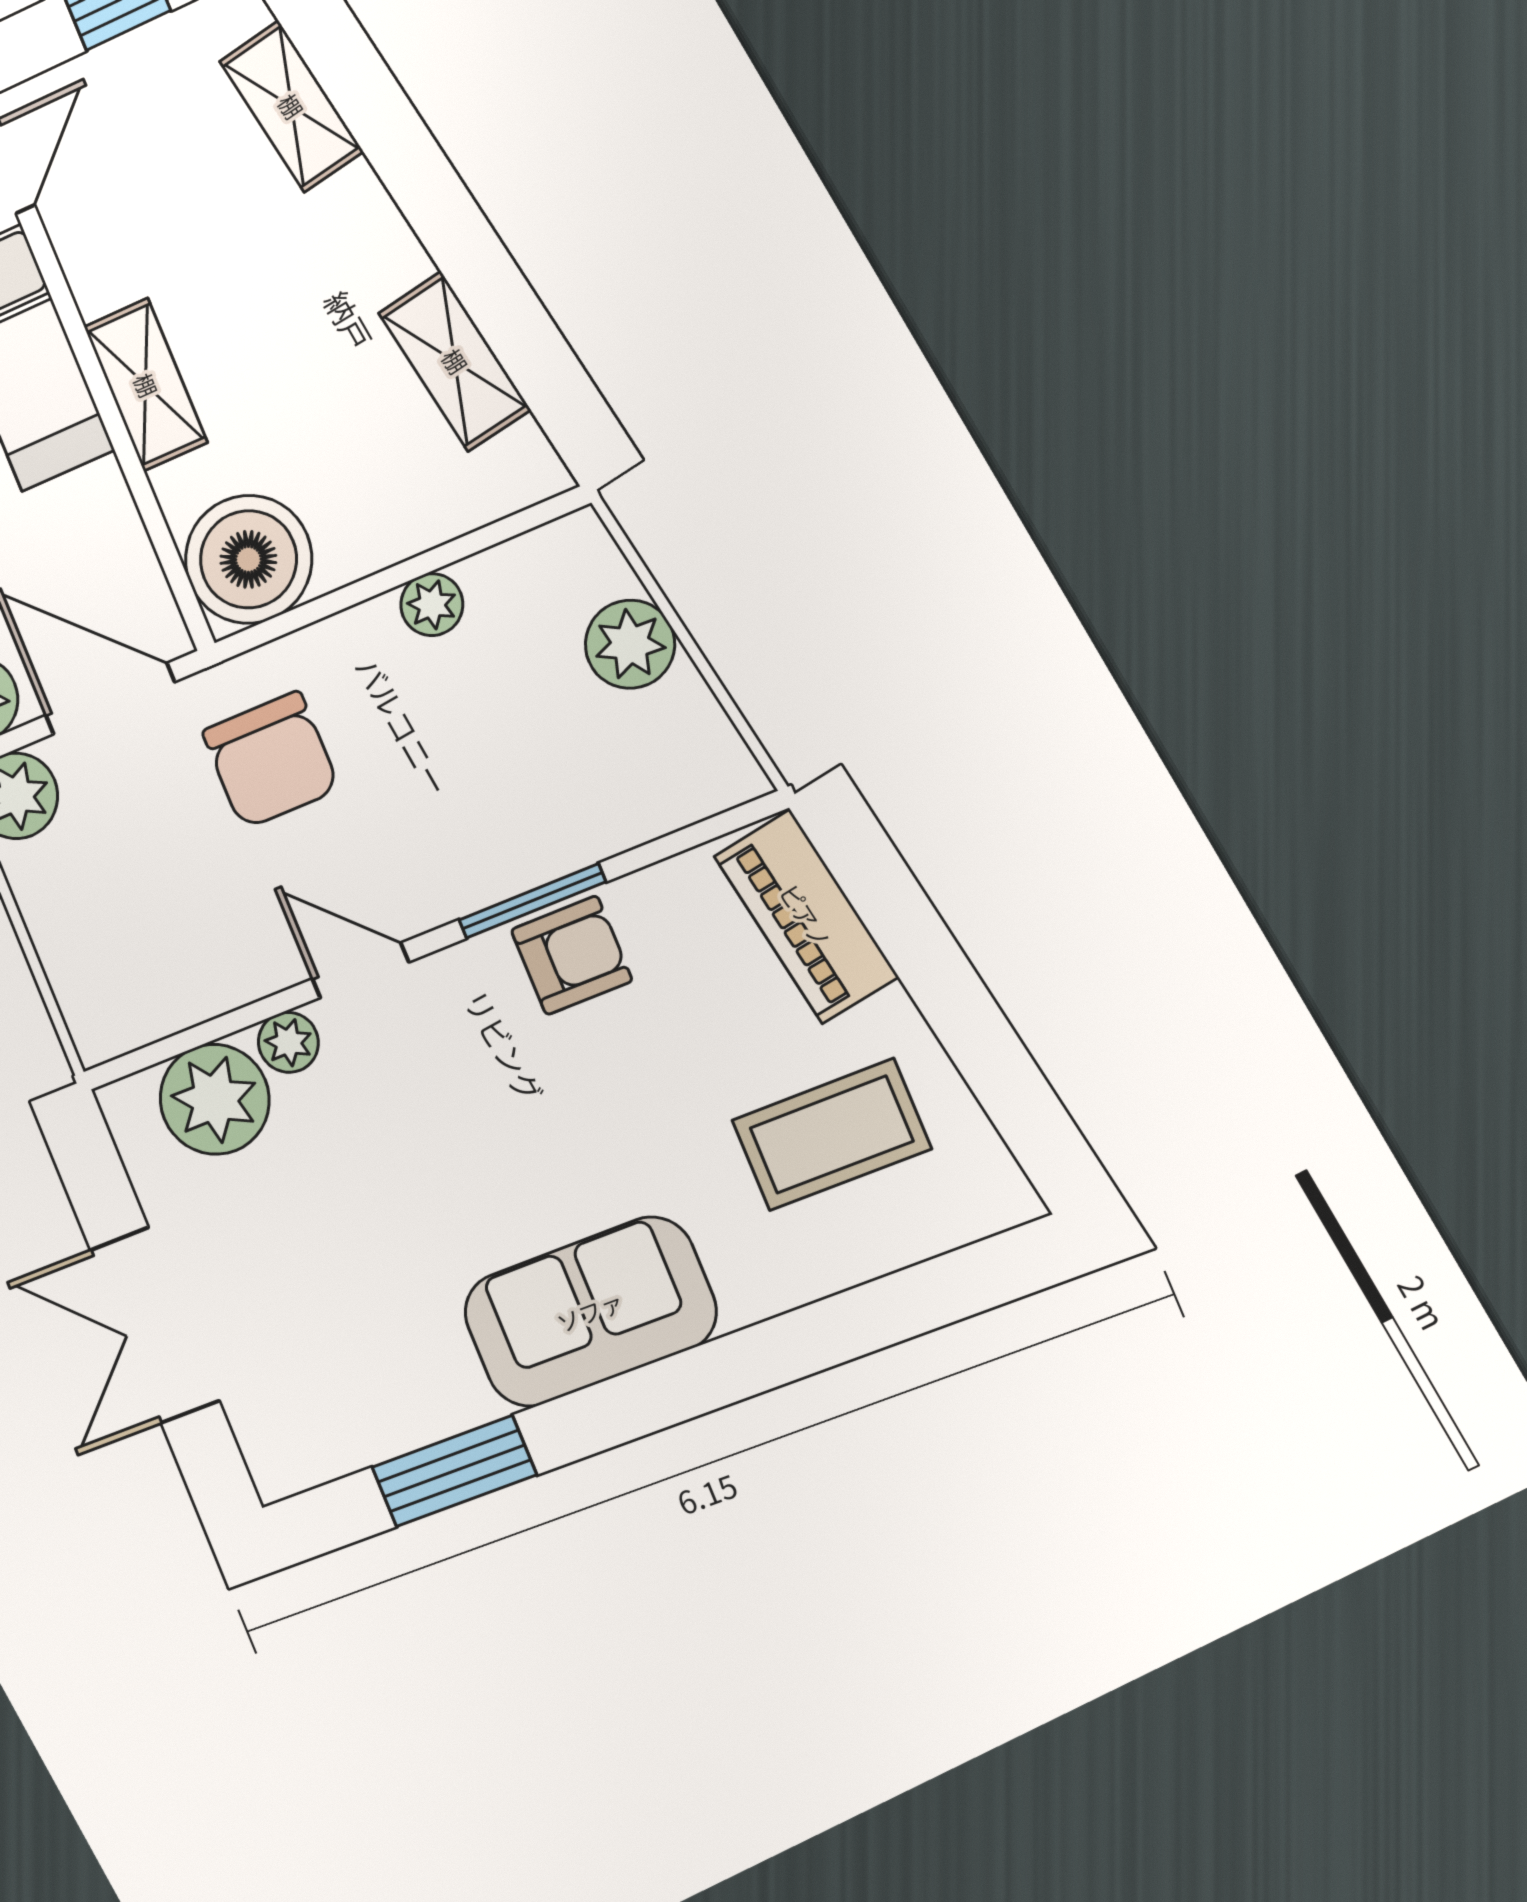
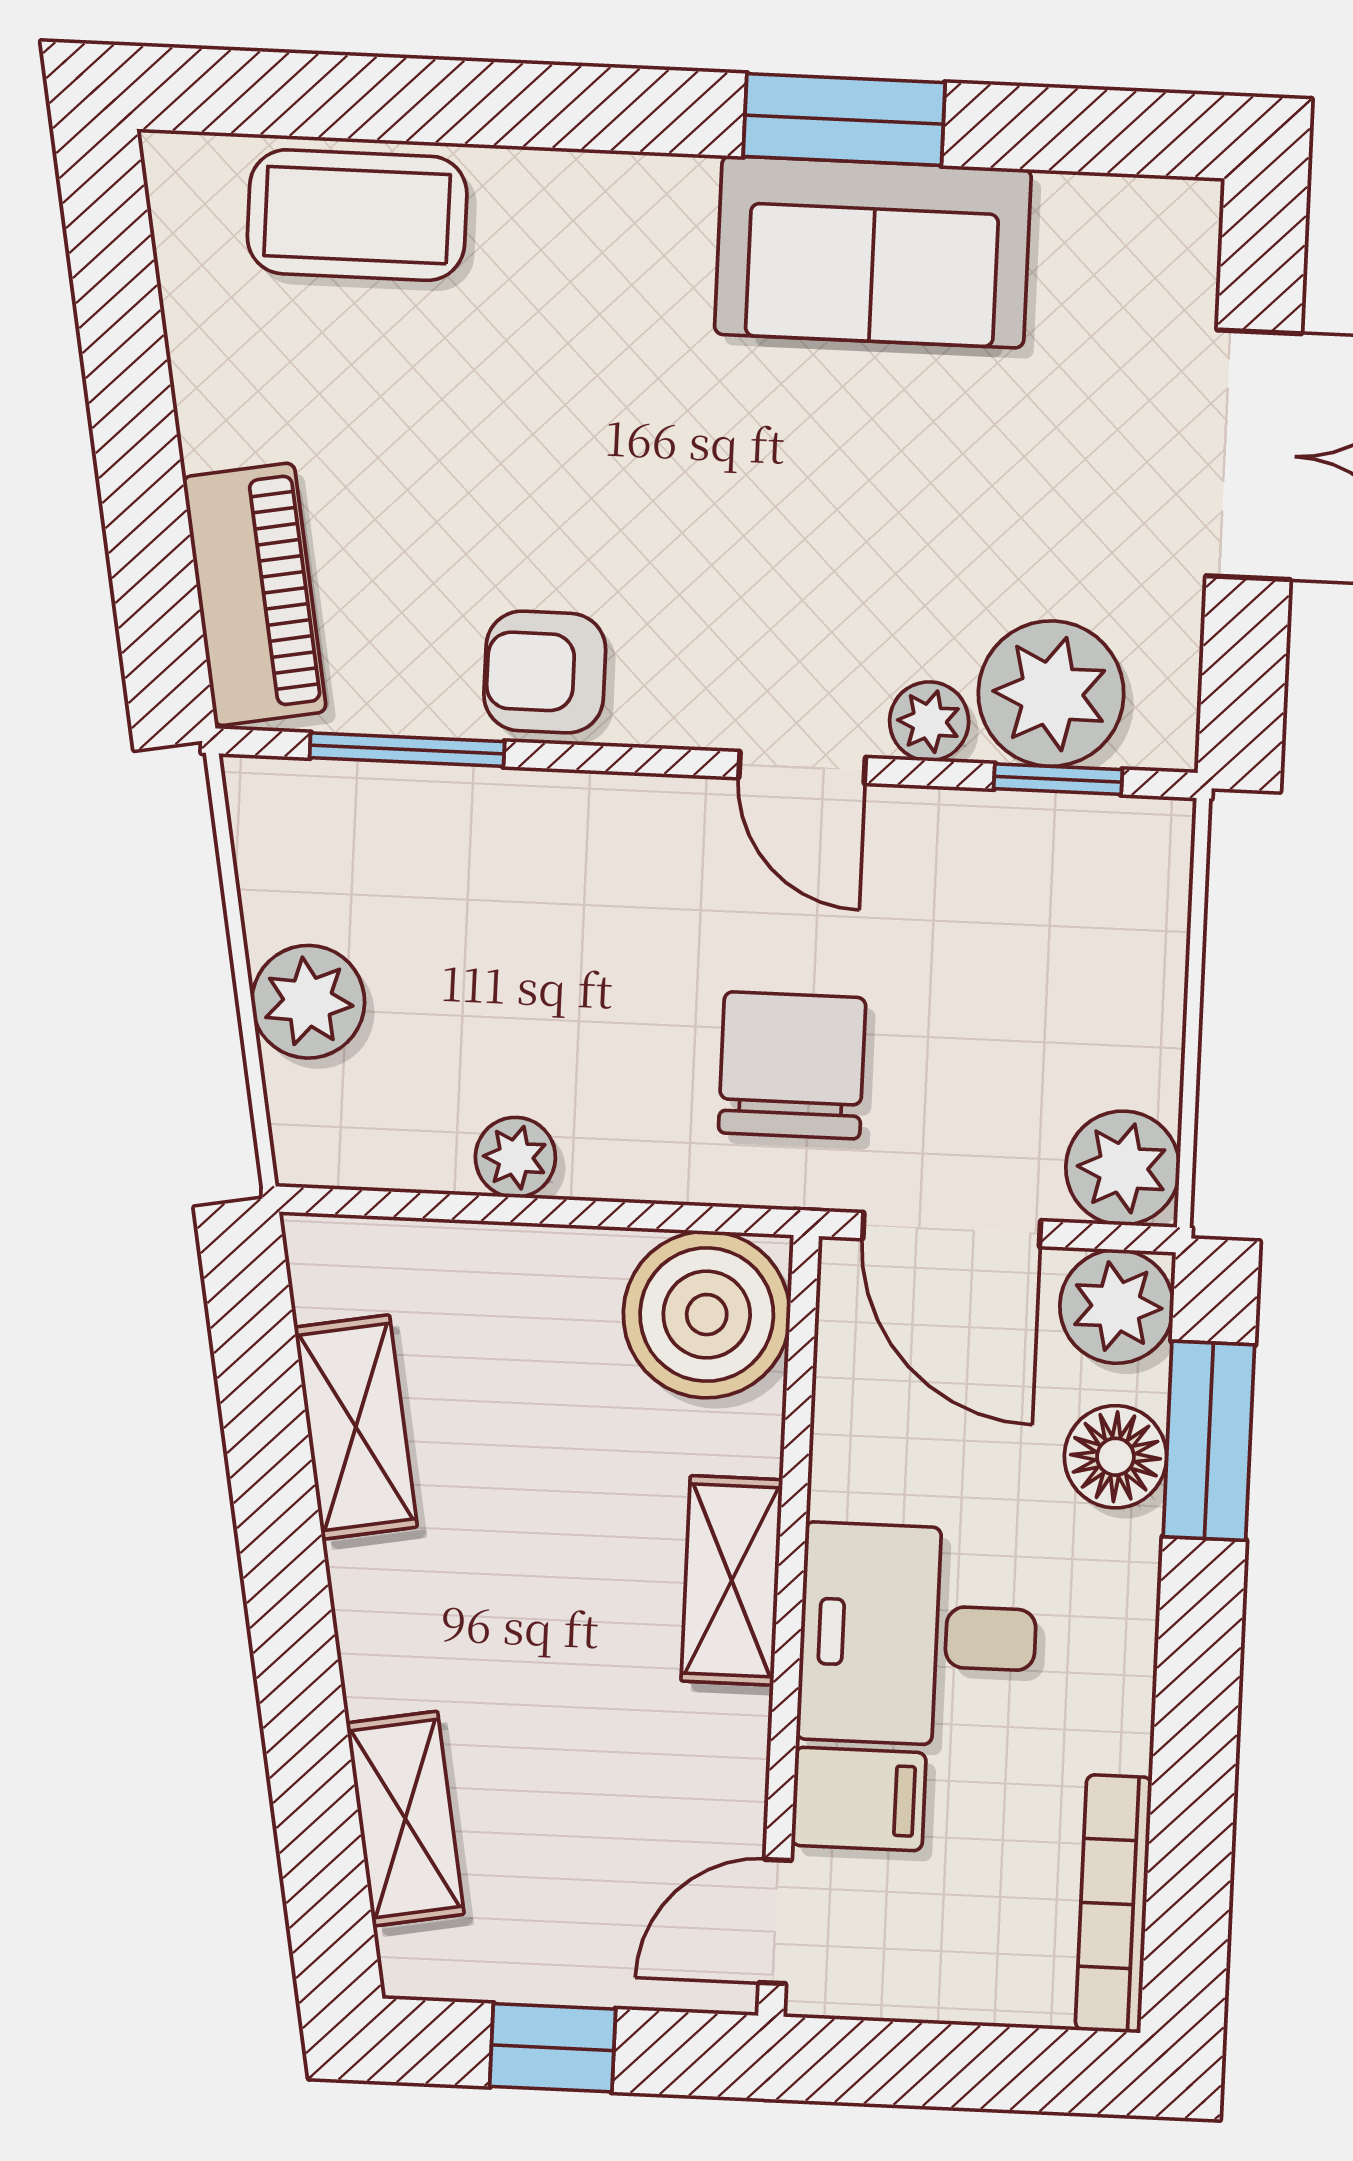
window: (532, 901) -> (407, 750), moved
window: (182, 1042) -> (1058, 779), added
coffee table: (832, 1135) -> (357, 215), moved
sofa: (590, 1312) -> (873, 252), moved
window: (454, 1471) -> (844, 120), moved

